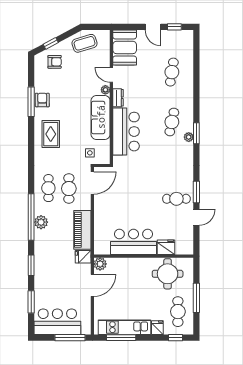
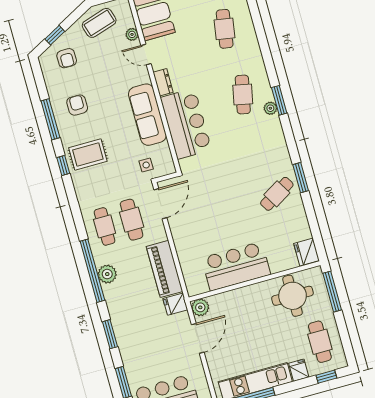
armchair: (55, 62) -> (67, 58), turned 90
plant: (105, 90) -> (132, 34), moved
armchair: (42, 100) -> (77, 105), moved
rug: (51, 134) -> (88, 155), turned 90
window: (31, 137) -> (63, 165), added
cafe table: (176, 199) -> (277, 194), turned -31
door: (196, 217) -> (310, 211), removed
fridge: (166, 247) -> (306, 252), moved, turned -90
window: (196, 298) -> (332, 292), moved

